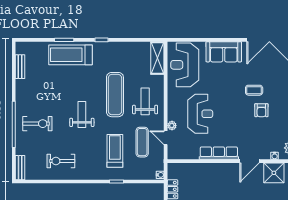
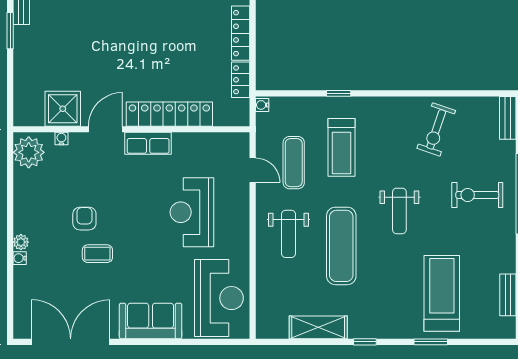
treadmill: (71, 55) -> (442, 293), moved, turned -90
shelving: (157, 58) -> (318, 327), moved, turned 90
plant: (172, 126) -> (242, 192), removed
row of seats: (219, 153) -> (148, 143), width x0.68
exercise bike: (61, 161) -> (436, 129), turned 109
locker: (213, 170) -> (169, 114), added

